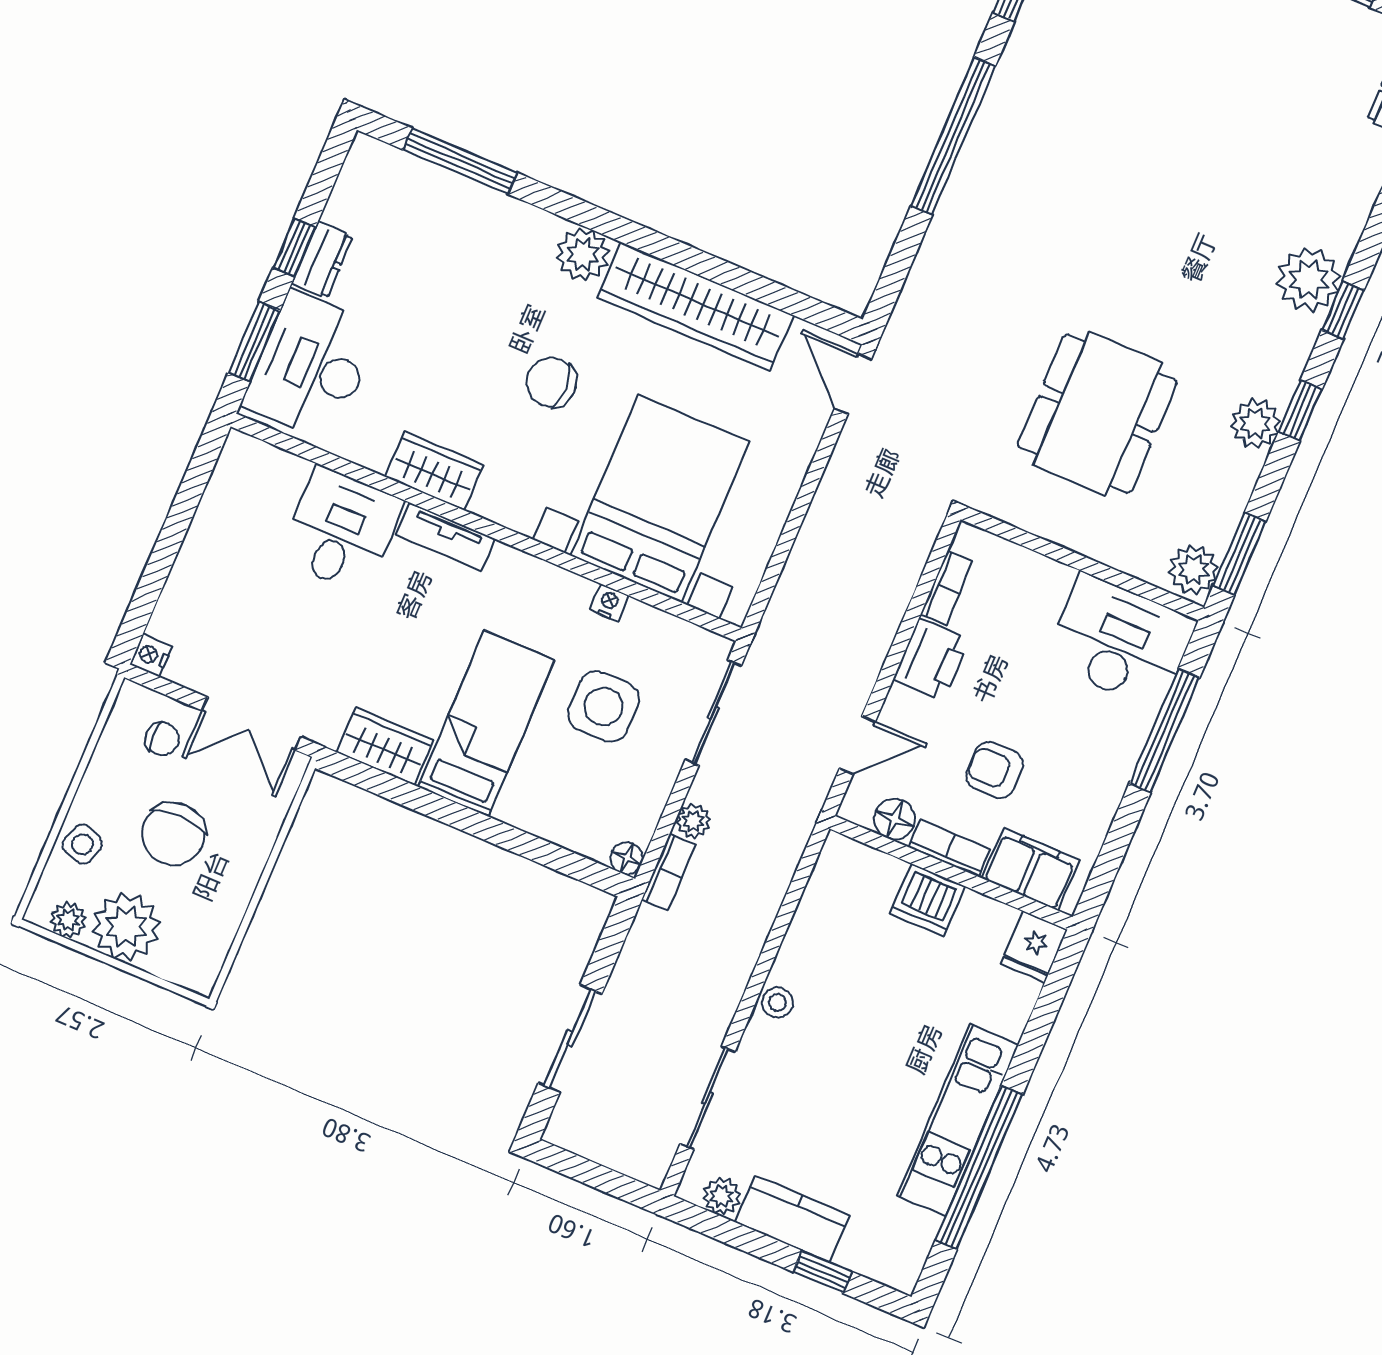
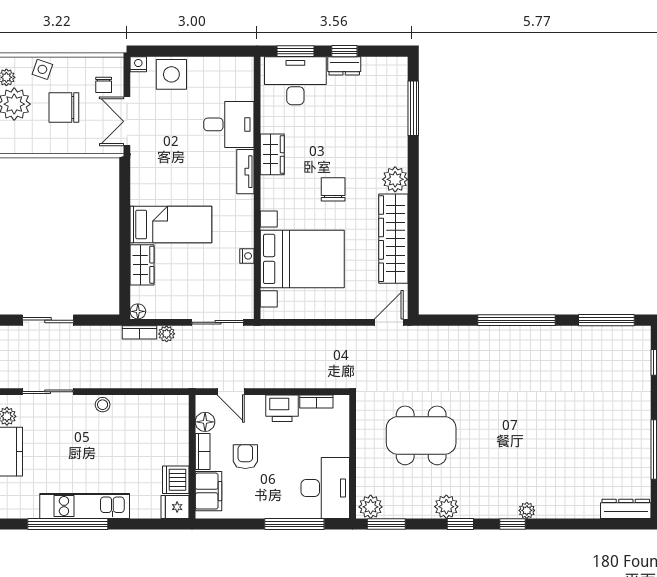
plant: (1309, 280) -> (527, 510), width x0.53, depth x0.53
side table: (604, 706) -> (171, 74), moved
wardrobe: (385, 746) -> (142, 265), moved
dishwasher: (928, 900) -> (176, 480), moved

